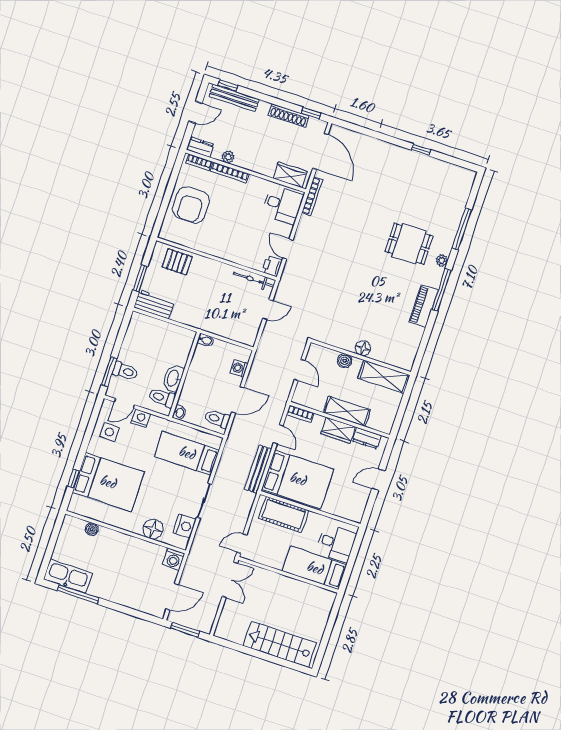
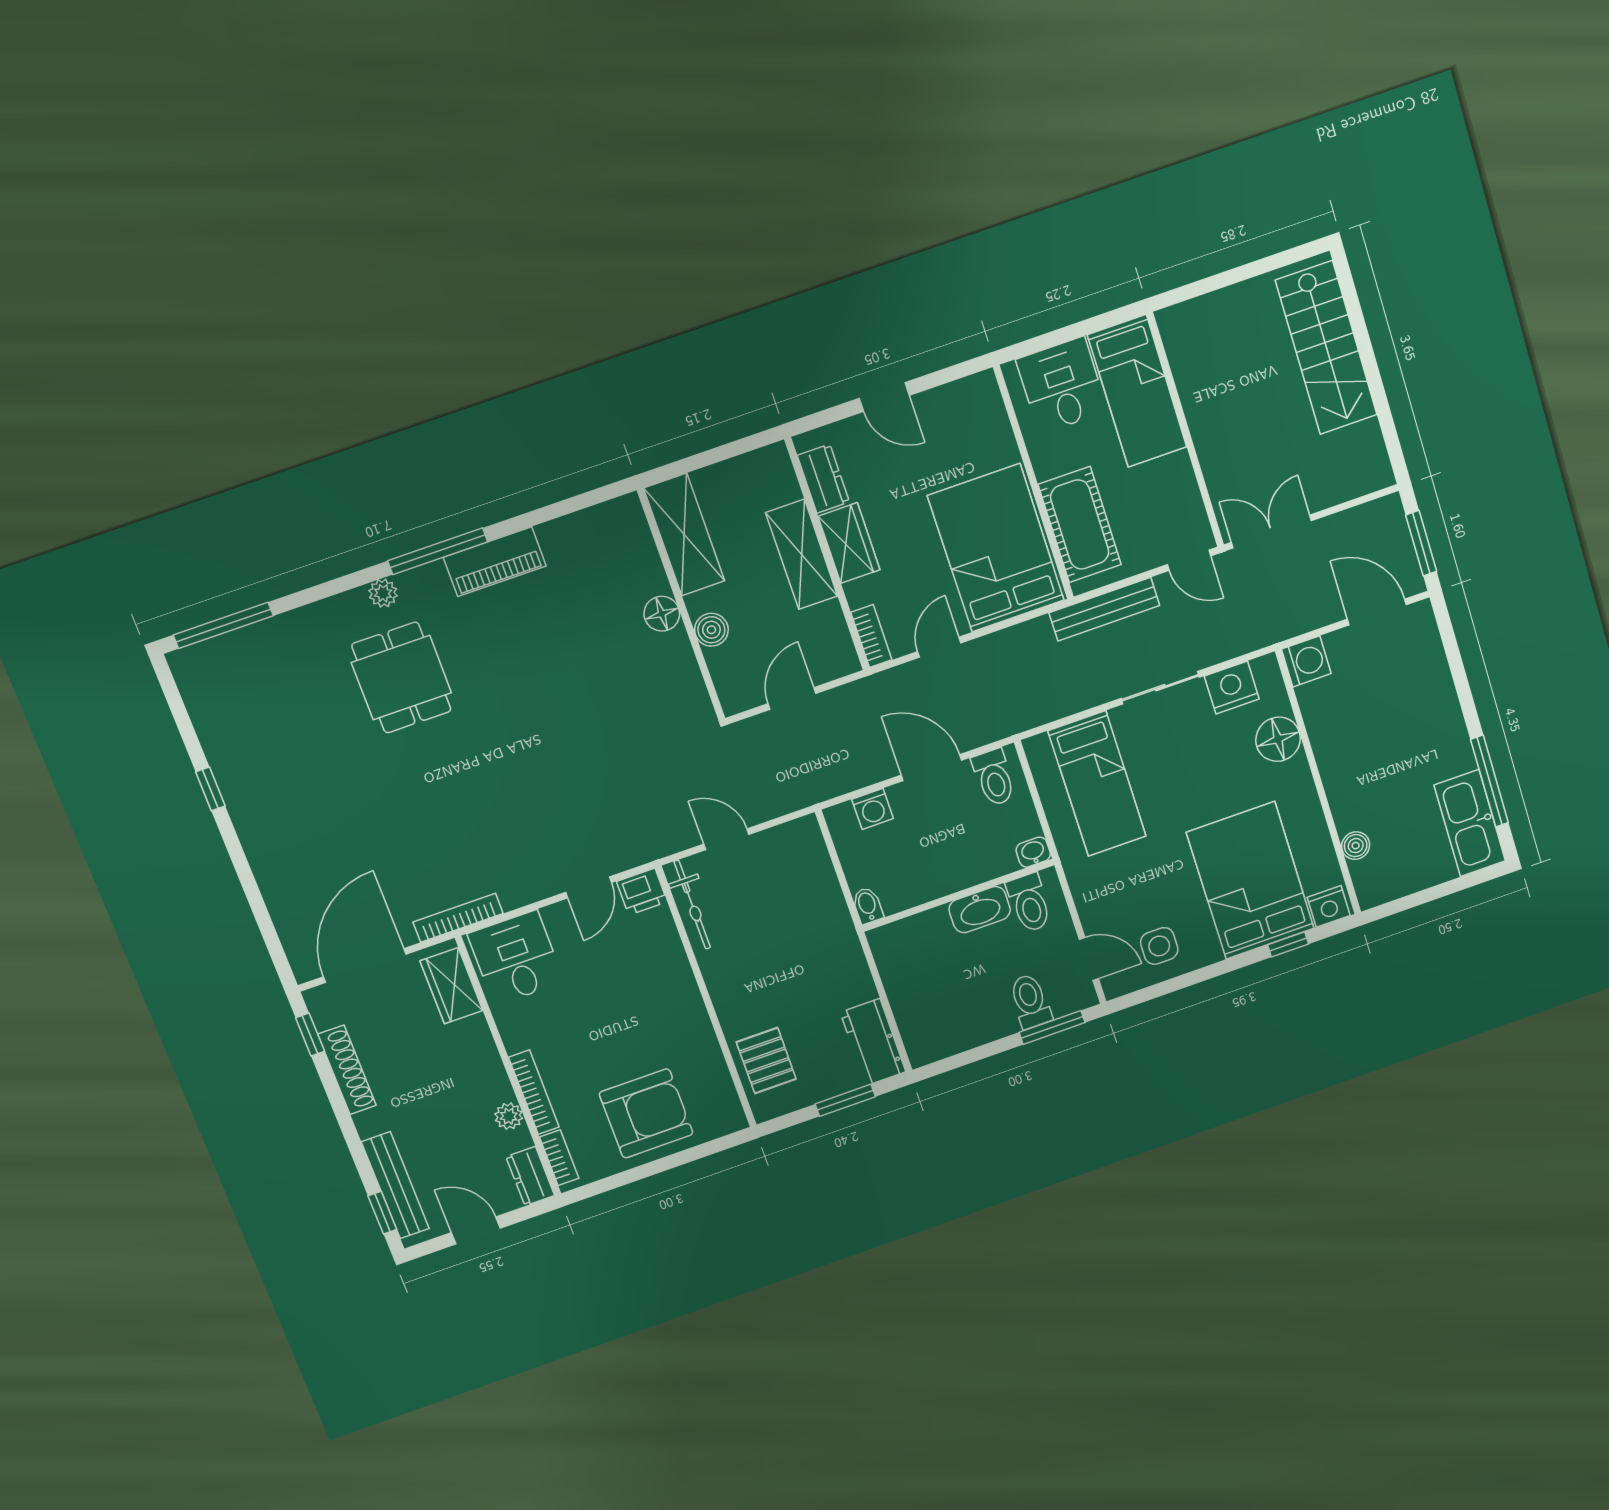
window: (462, 229) -> (223, 625), moved
nightstand: (141, 418) -> (1329, 906), moved, turned -90
bench: (258, 469) -> (1104, 609), moved

